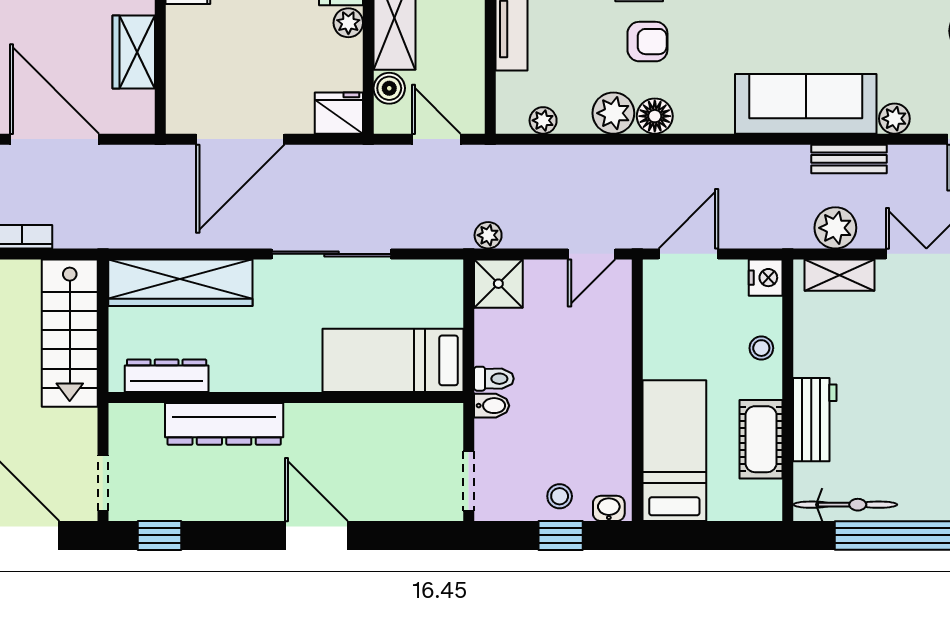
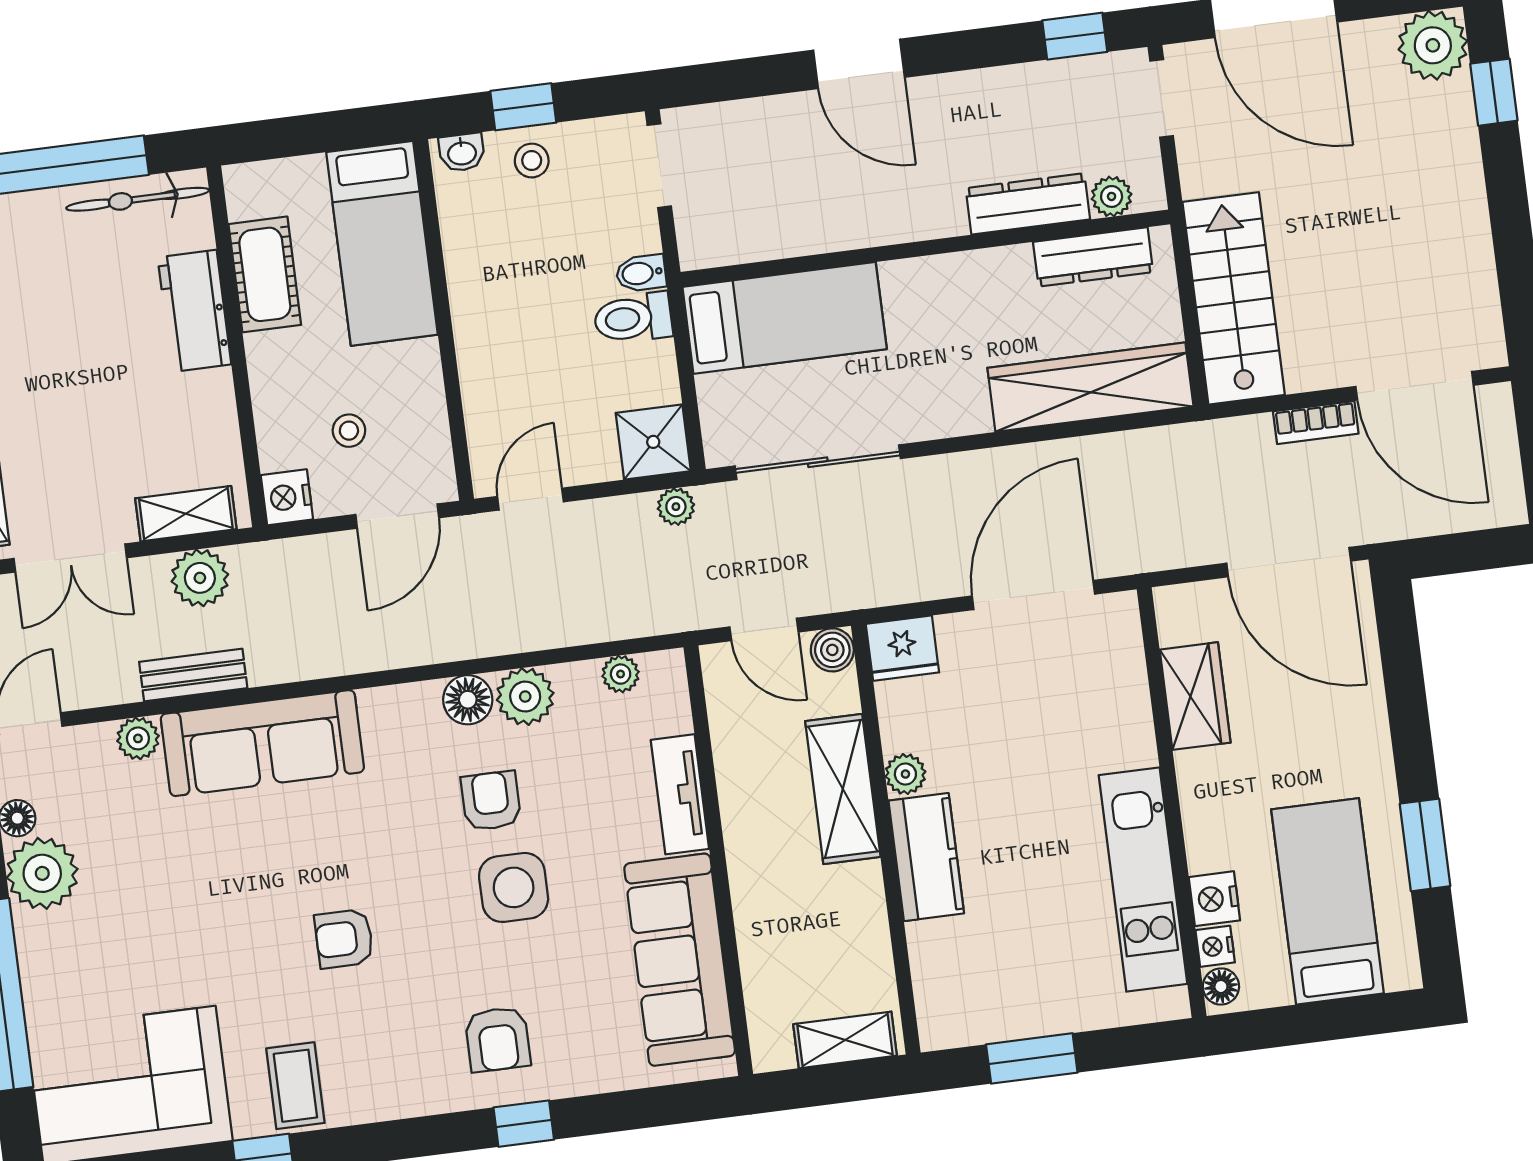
armchair: (647, 42) -> (491, 801), turned 90
boiler: (389, 88) -> (832, 650), moved
sliding door: (331, 254) -> (818, 462), moved
stool: (761, 348) -> (349, 431), moved
toilet: (494, 379) -> (633, 318), width x1.37, depth x1.39
plant: (148, 417) -> (1112, 196), added
dresser: (224, 424) -> (1028, 204), width x0.73, depth x0.80

